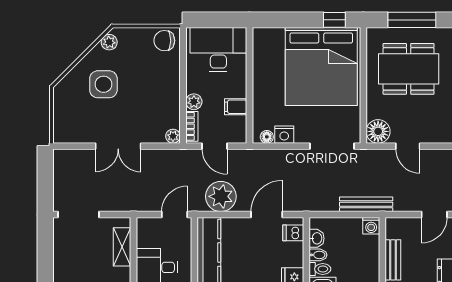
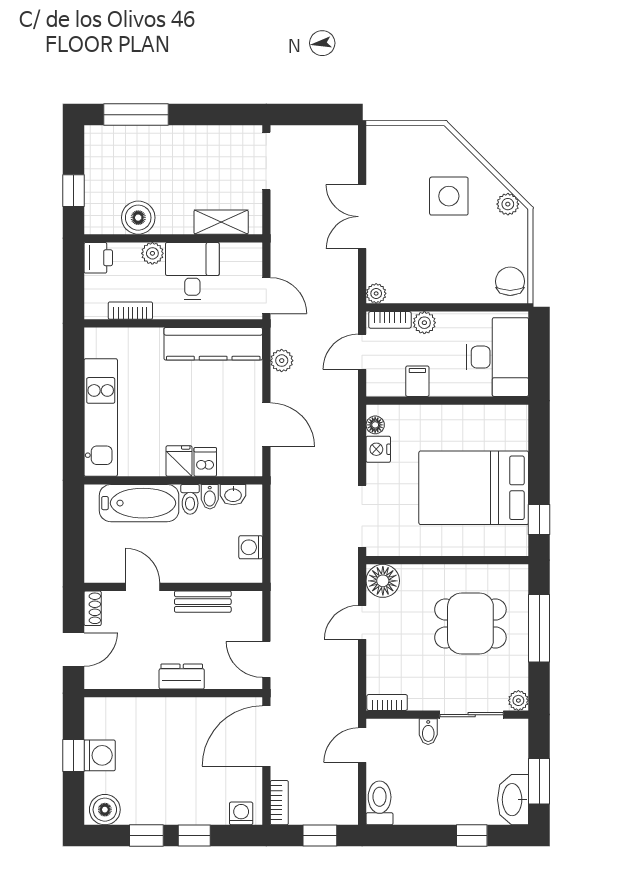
bed: (321, 67) -> (474, 488), width x0.73
dining table: (409, 69) -> (470, 623), width x0.73
plant: (221, 196) -> (282, 361), width x0.53, depth x0.53
bench: (366, 204) -> (281, 564), removed
washing machine: (371, 226) -> (251, 547), moved
dishwasher: (293, 233) -> (205, 462), moved

